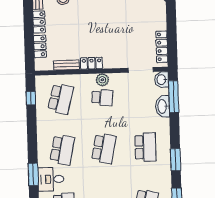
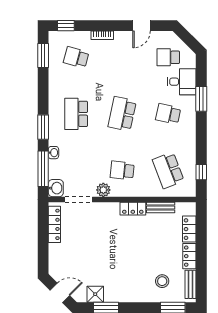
plant: (102, 80) -> (103, 190), moved
school desk: (61, 99) -> (168, 170), turned -36
washbasin: (163, 106) -> (53, 153), width x0.52, depth x0.69
school desk: (62, 150) -> (168, 114), width x0.54
window: (176, 160) -> (43, 127), moved
window: (33, 174) -> (201, 99), moved

